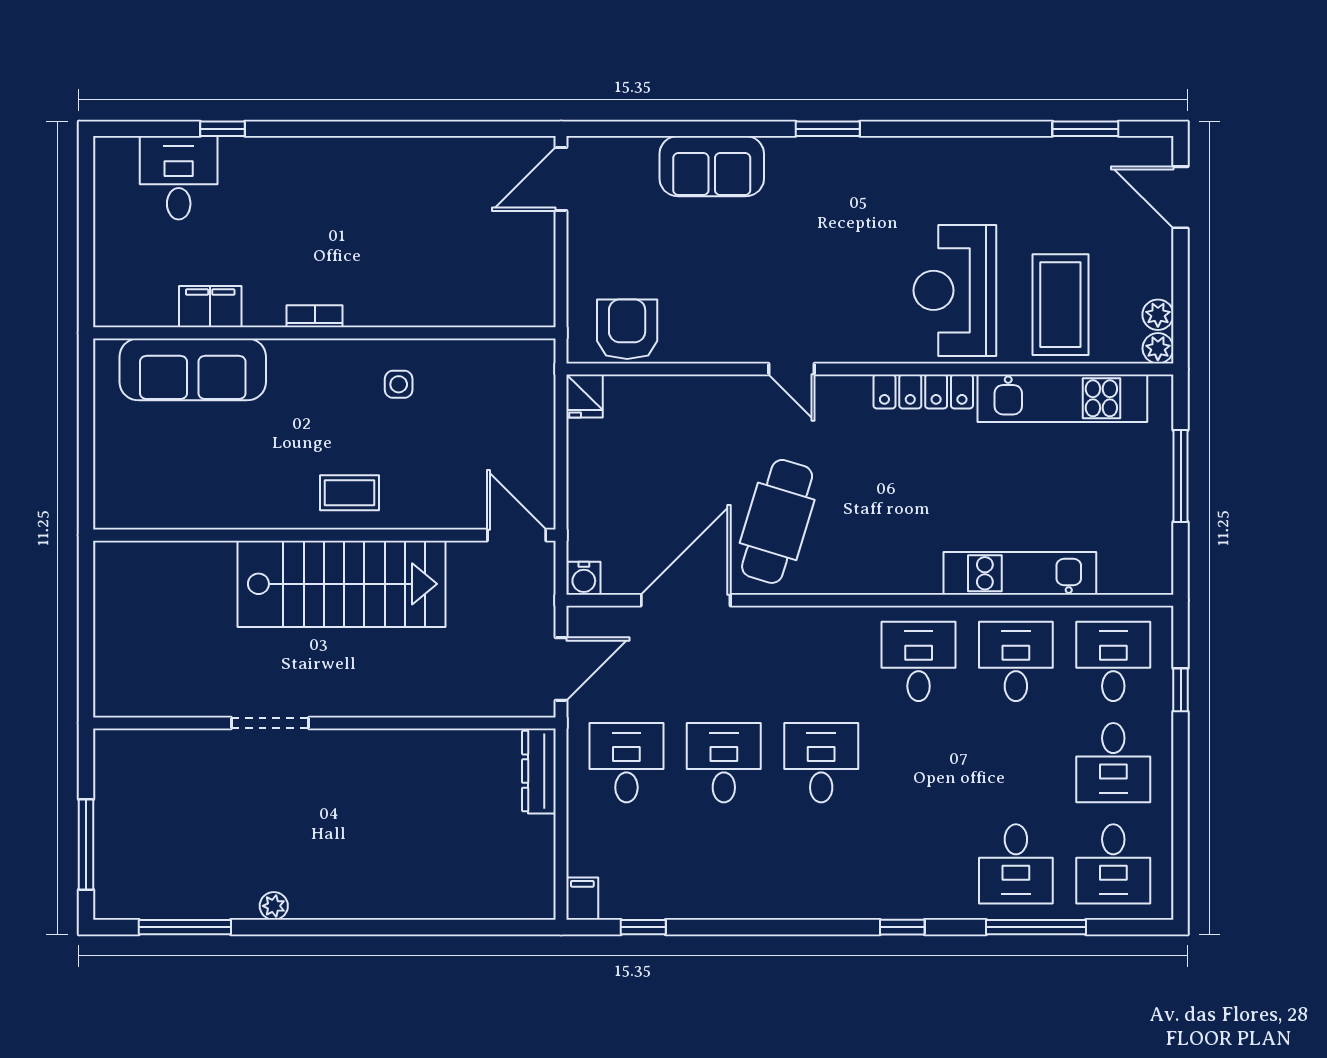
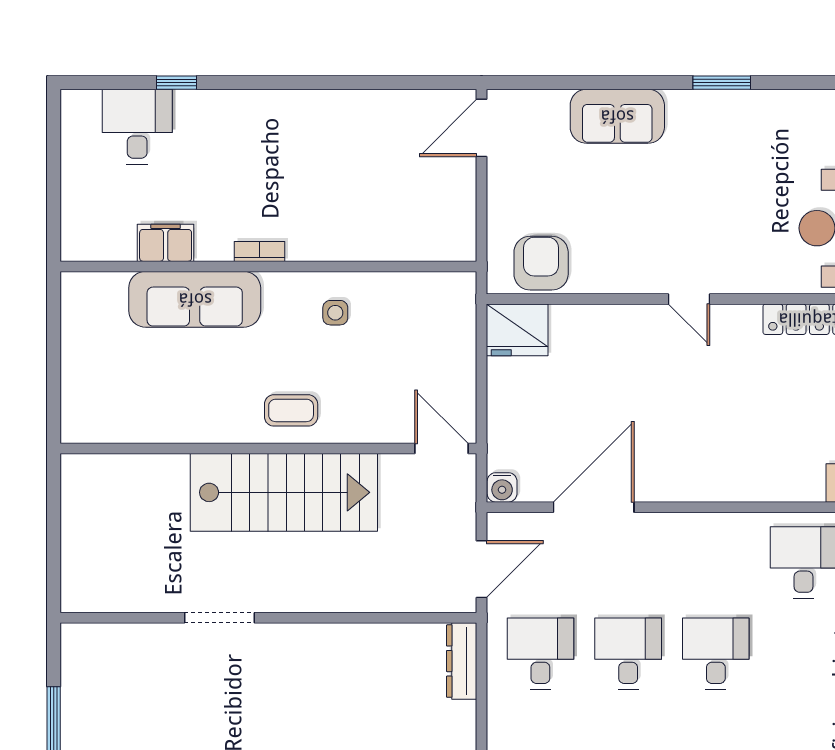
sofa: (193, 369) -> (195, 299), moved
fridge: (585, 396) -> (517, 330), width x1.88, depth x1.34
cafe table: (777, 521) -> (676, 436), removed

